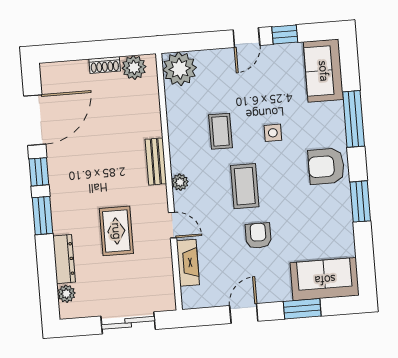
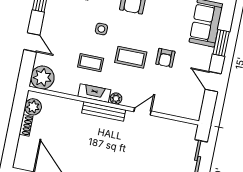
door: (246, 38) -> (32, 42), moved
bench: (156, 162) -> (104, 111), width x1.36
rug: (116, 231) -> (136, 149), removed
armchair: (258, 236) -> (165, 58), turned -90
fireplace: (188, 263) -> (94, 93), moved

